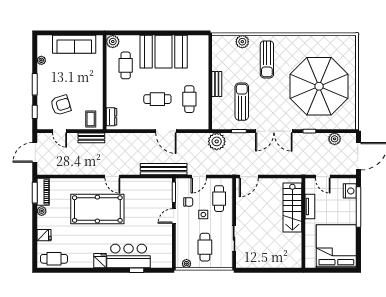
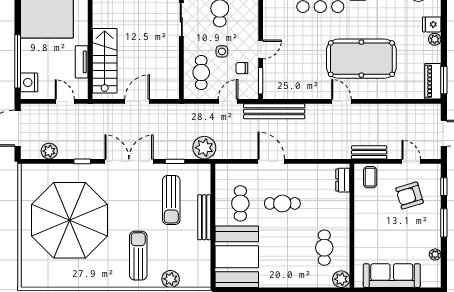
booth: (164, 52) -> (237, 257), moved, turned 90
bench: (217, 84) -> (204, 217), width x1.36
door: (249, 177) -> (137, 101), moved
plant: (42, 211) -> (435, 39), moved

